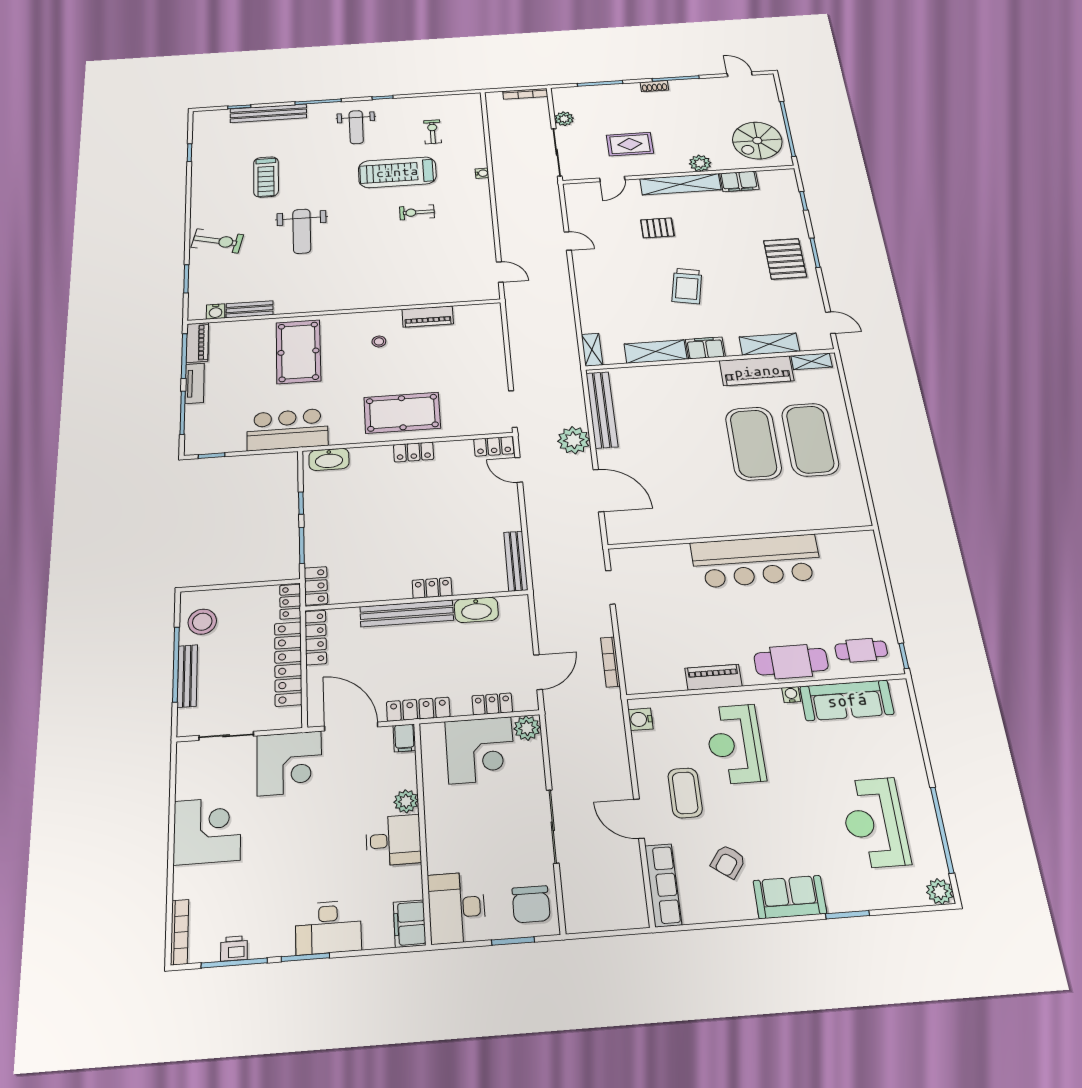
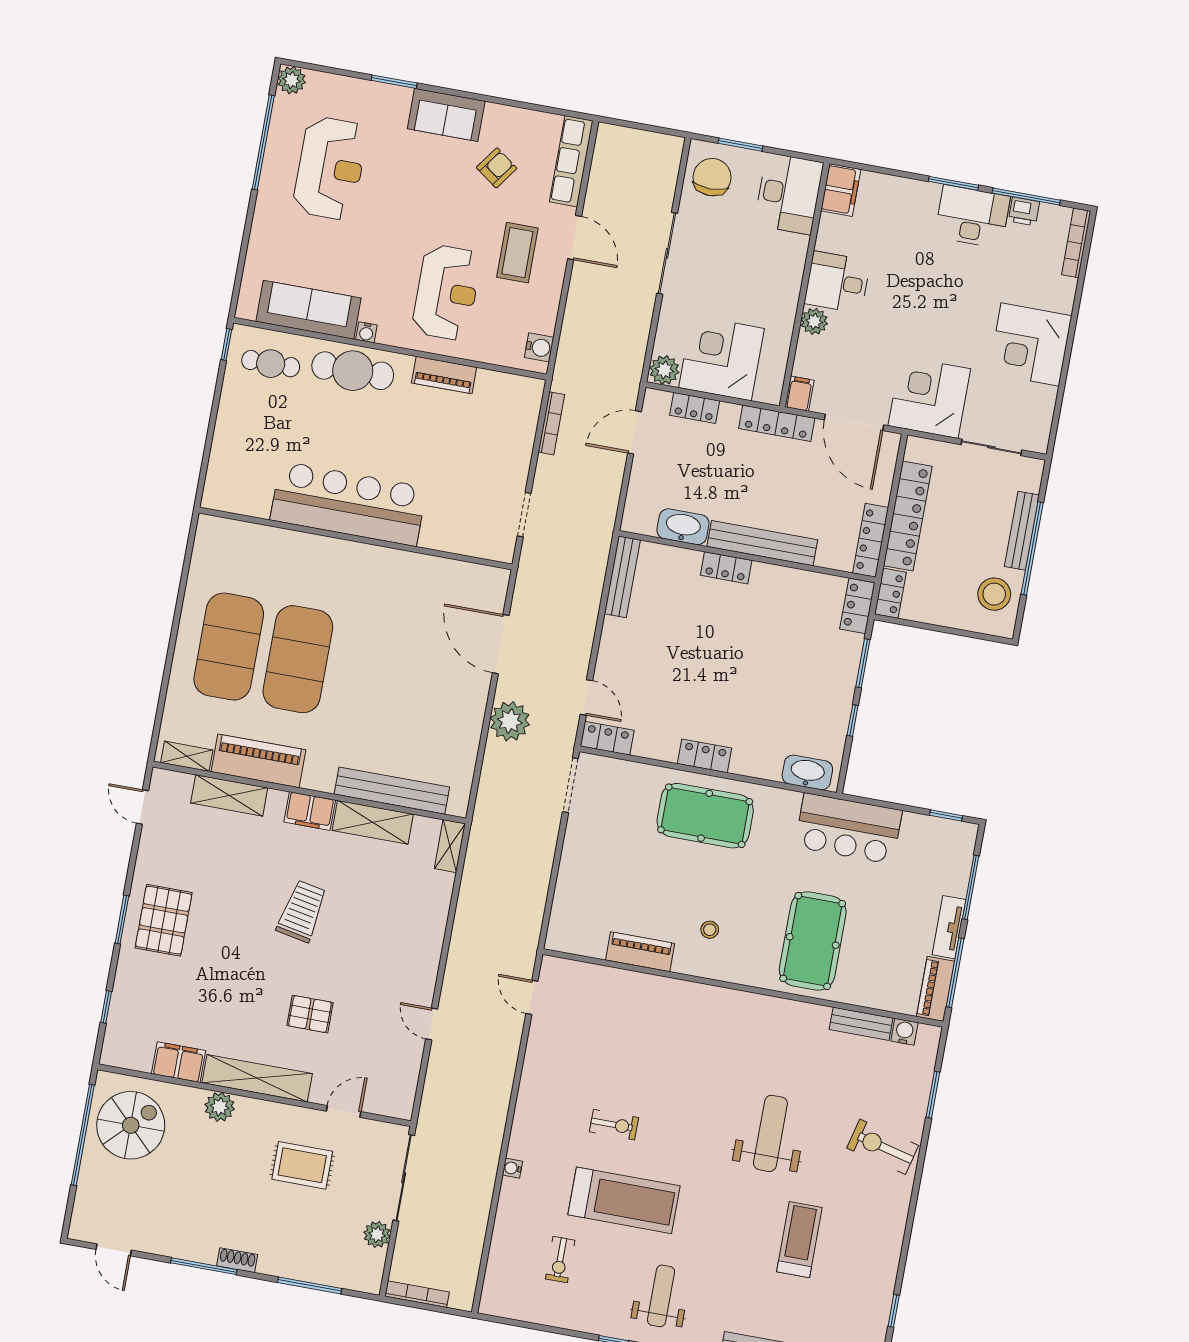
bench: (602, 410) -> (392, 791), moved, turned 90
desk: (328, 927) -> (972, 217), moved

